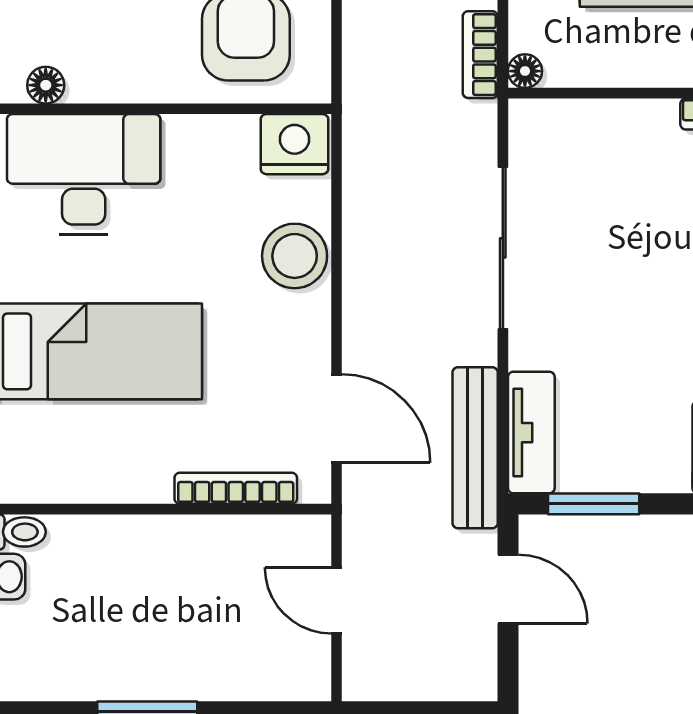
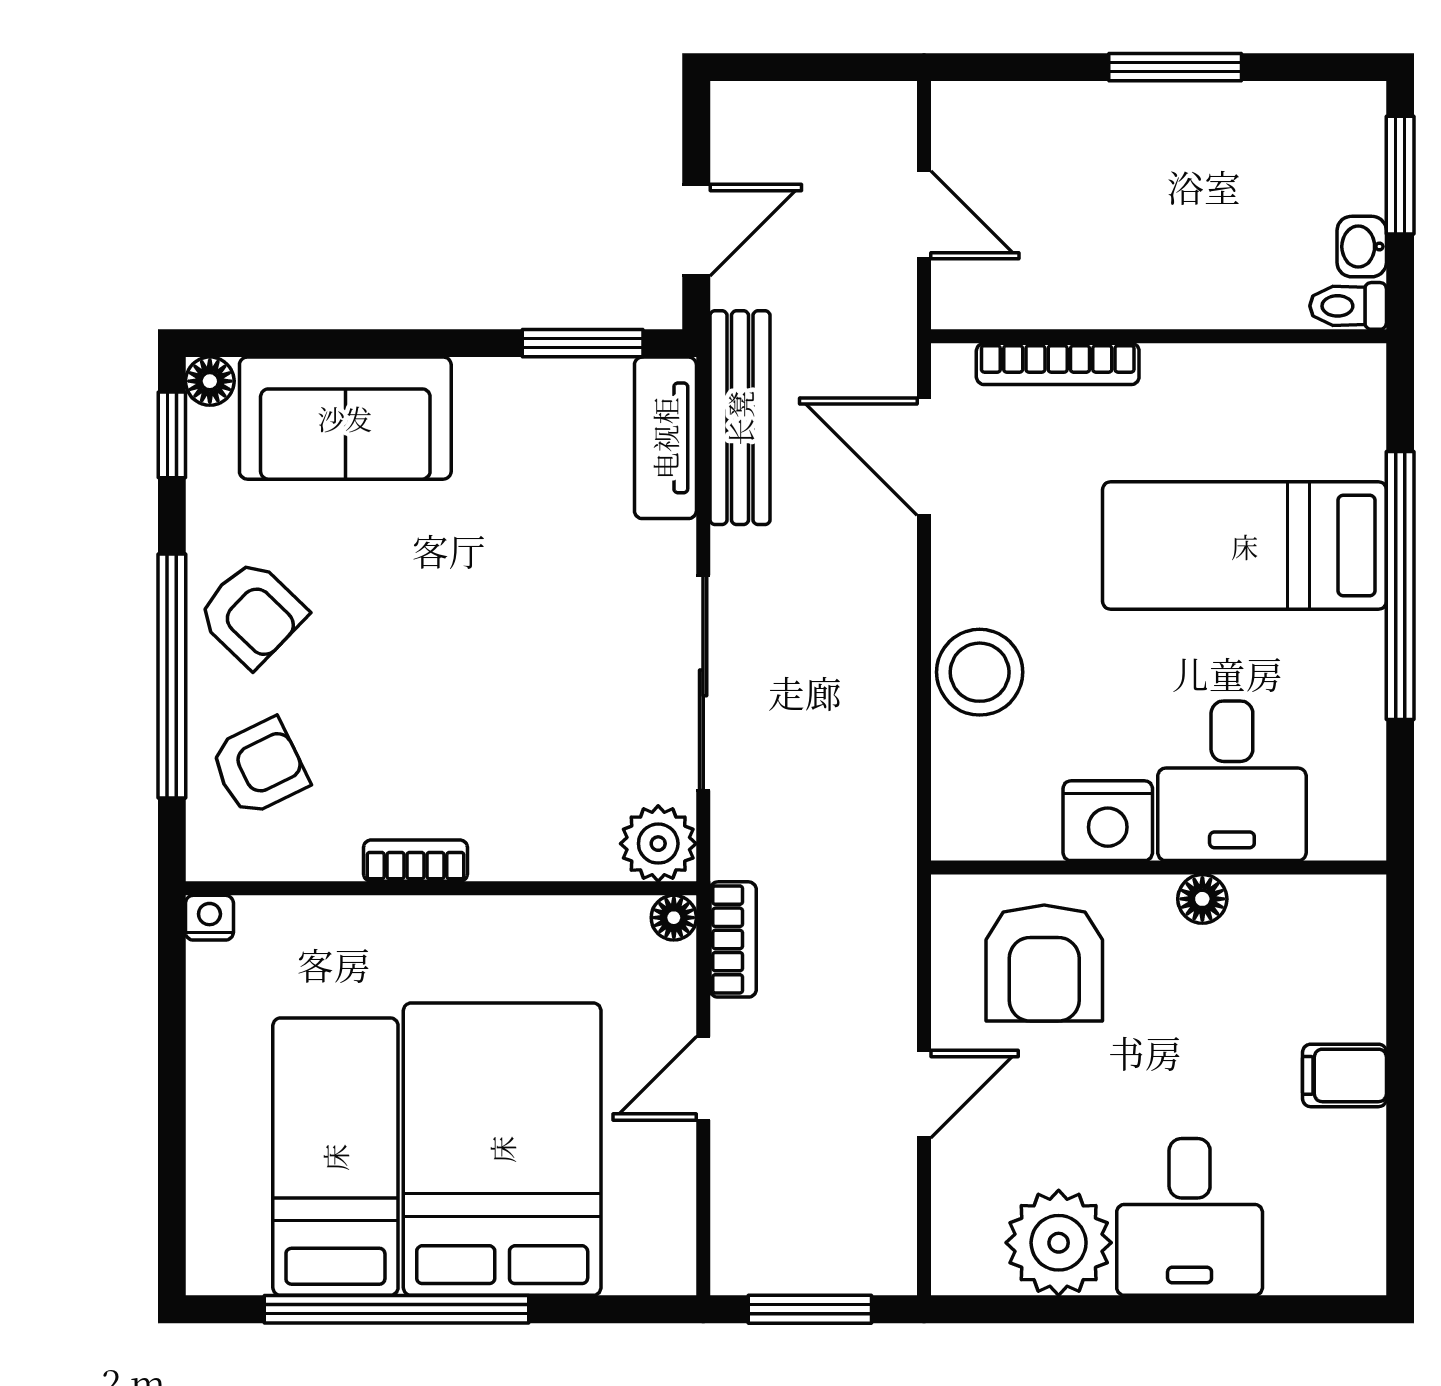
floor lamp: (46, 85) -> (1202, 899), moved
plant: (537, 127) -> (658, 844), added
nightstand: (294, 144) -> (1108, 821), moved
desk: (84, 174) -> (1232, 781), width x0.73
door: (508, 589) -> (696, 230), swing flipped

